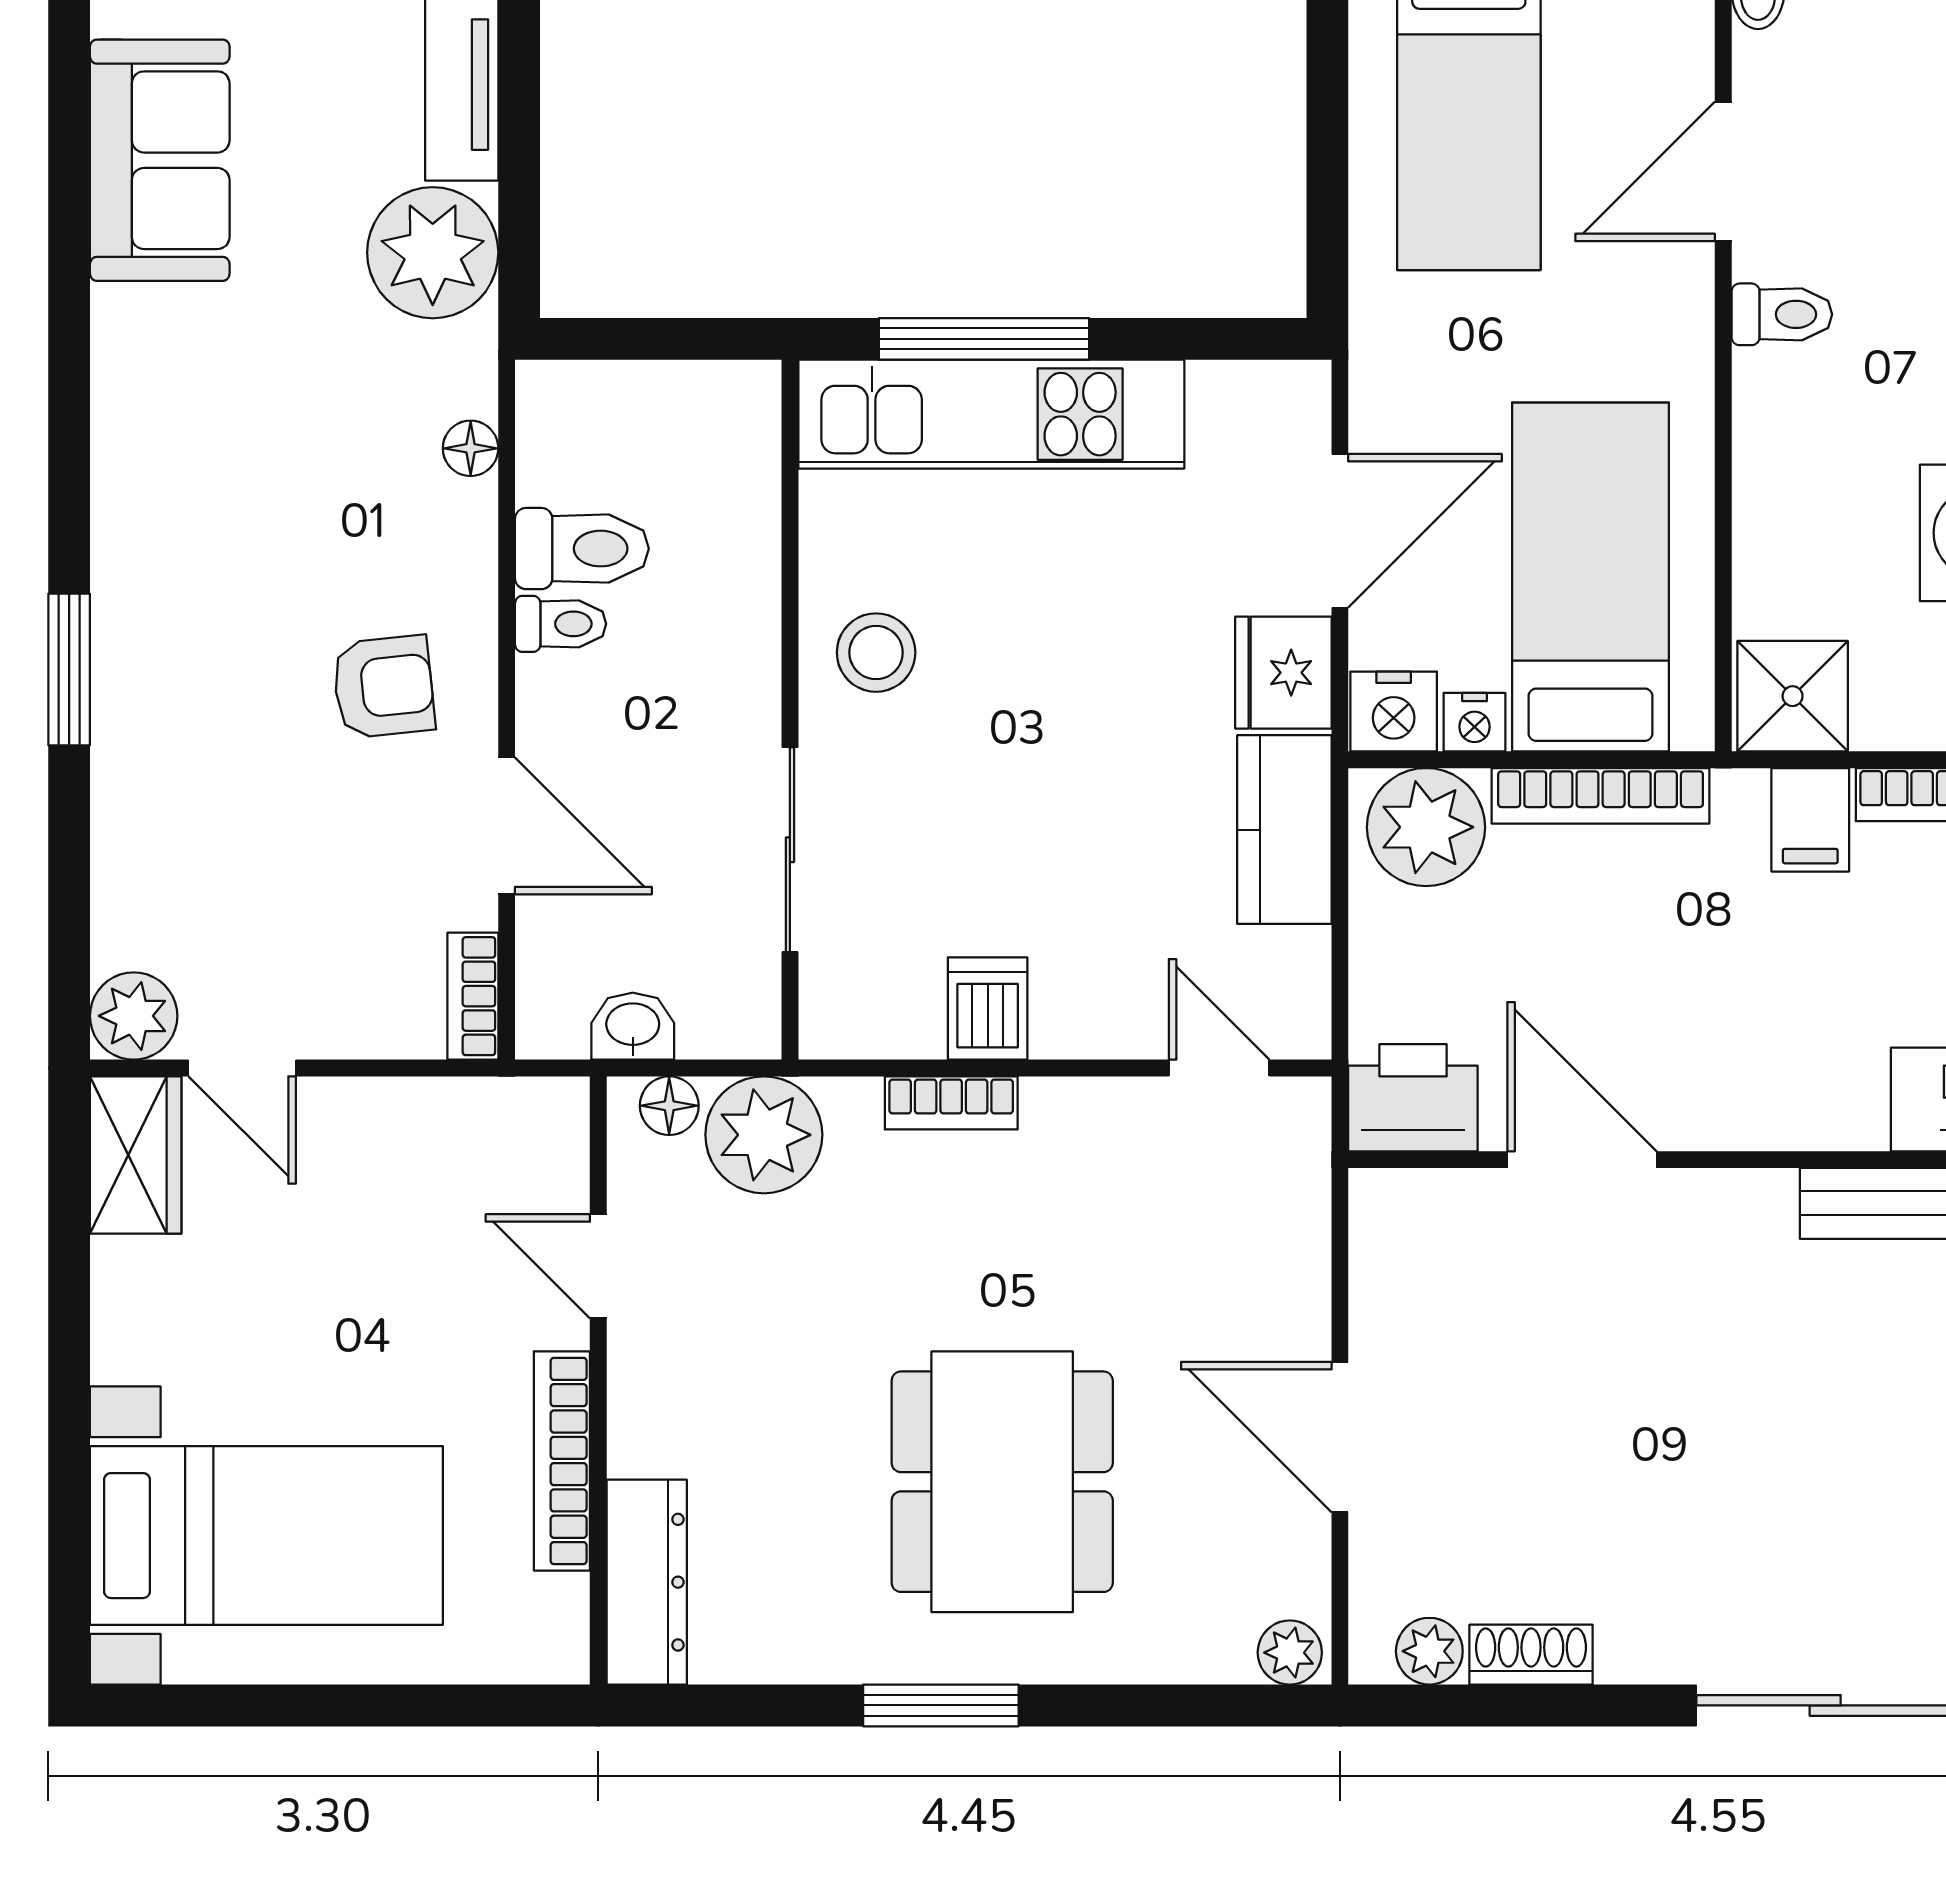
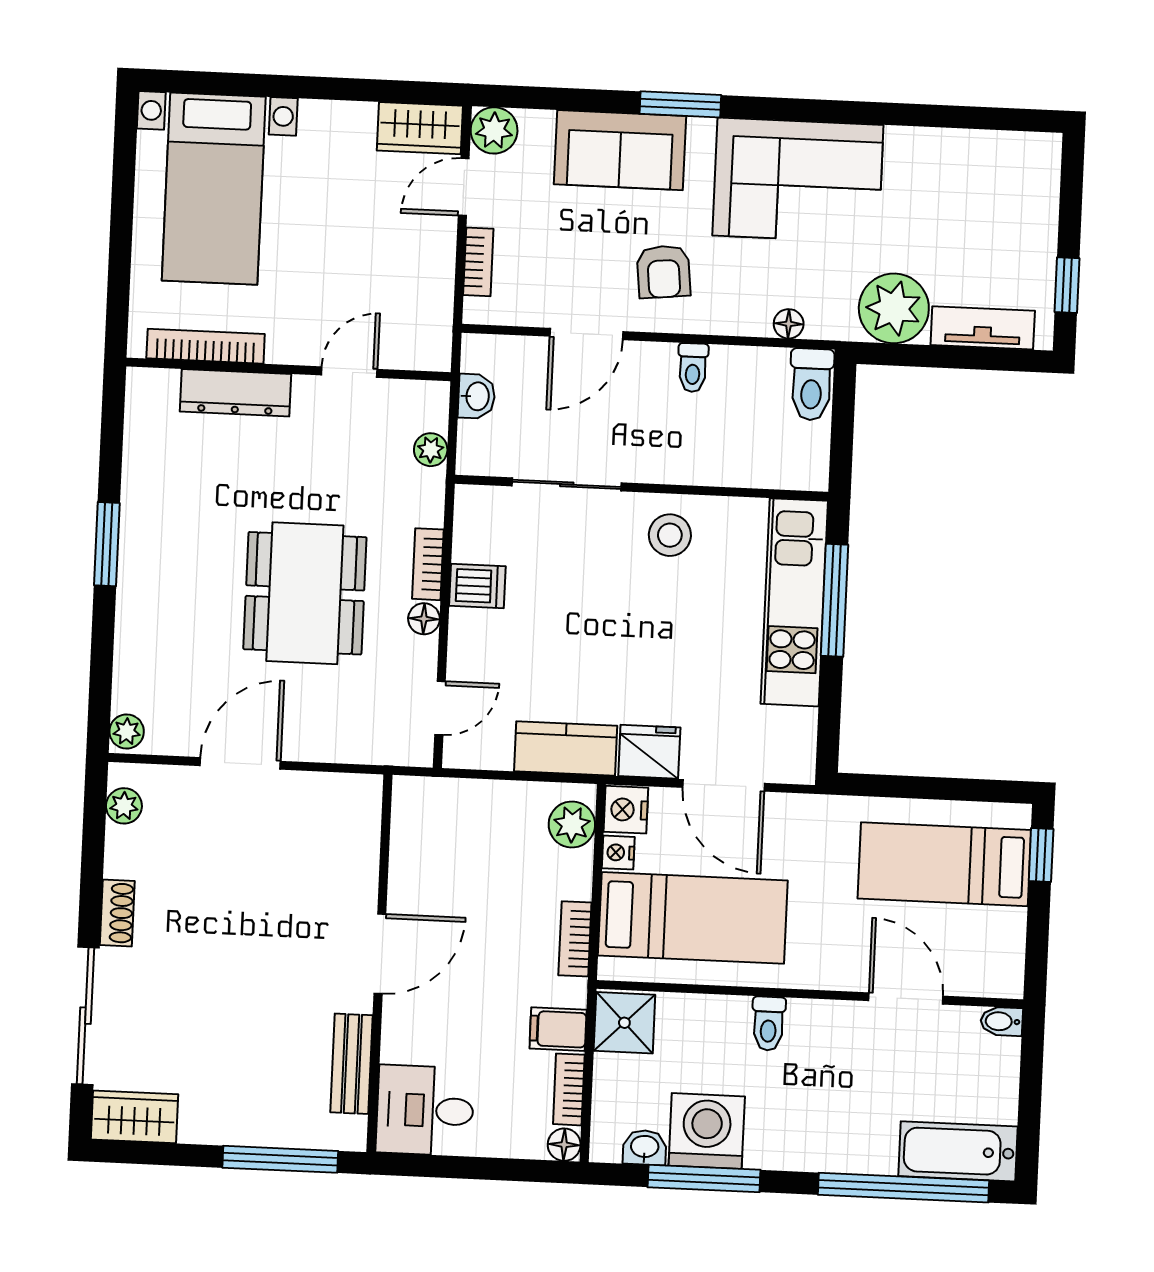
sofa: (160, 160) -> (620, 150), moved
toilet: (1782, 314) -> (768, 1024), moved
corner sofa: (201, 443) -> (798, 180), added
toilet: (582, 549) -> (811, 384), moved
bookcase: (1601, 796) -> (575, 939), width x0.64
plant: (1426, 827) -> (572, 824), width x0.73, depth x0.73
bookcase: (473, 996) -> (478, 262), moved, turned 90
printer: (1413, 1098) -> (419, 811), removed
floor lamp: (669, 1106) -> (424, 619), moved
plant: (764, 1135) -> (431, 450), width x0.53, depth x0.53
door: (1582, 1160) -> (380, 954), moved
bookcase: (562, 1461) -> (206, 346), moved
dining table: (1002, 1482) -> (305, 593), moved, turned 90
dresser: (647, 1582) -> (236, 393), moved
shoe rack: (1531, 1655) -> (117, 913), moved

